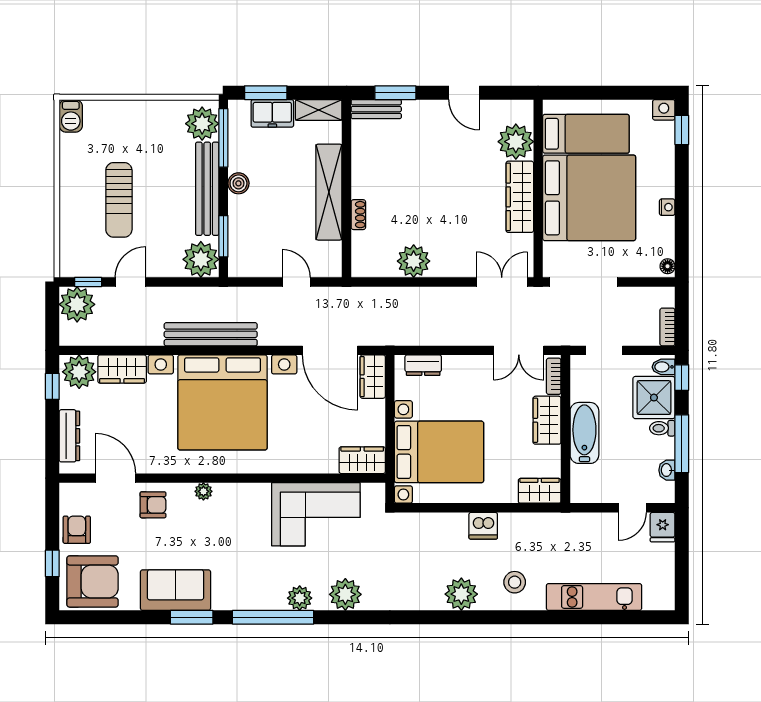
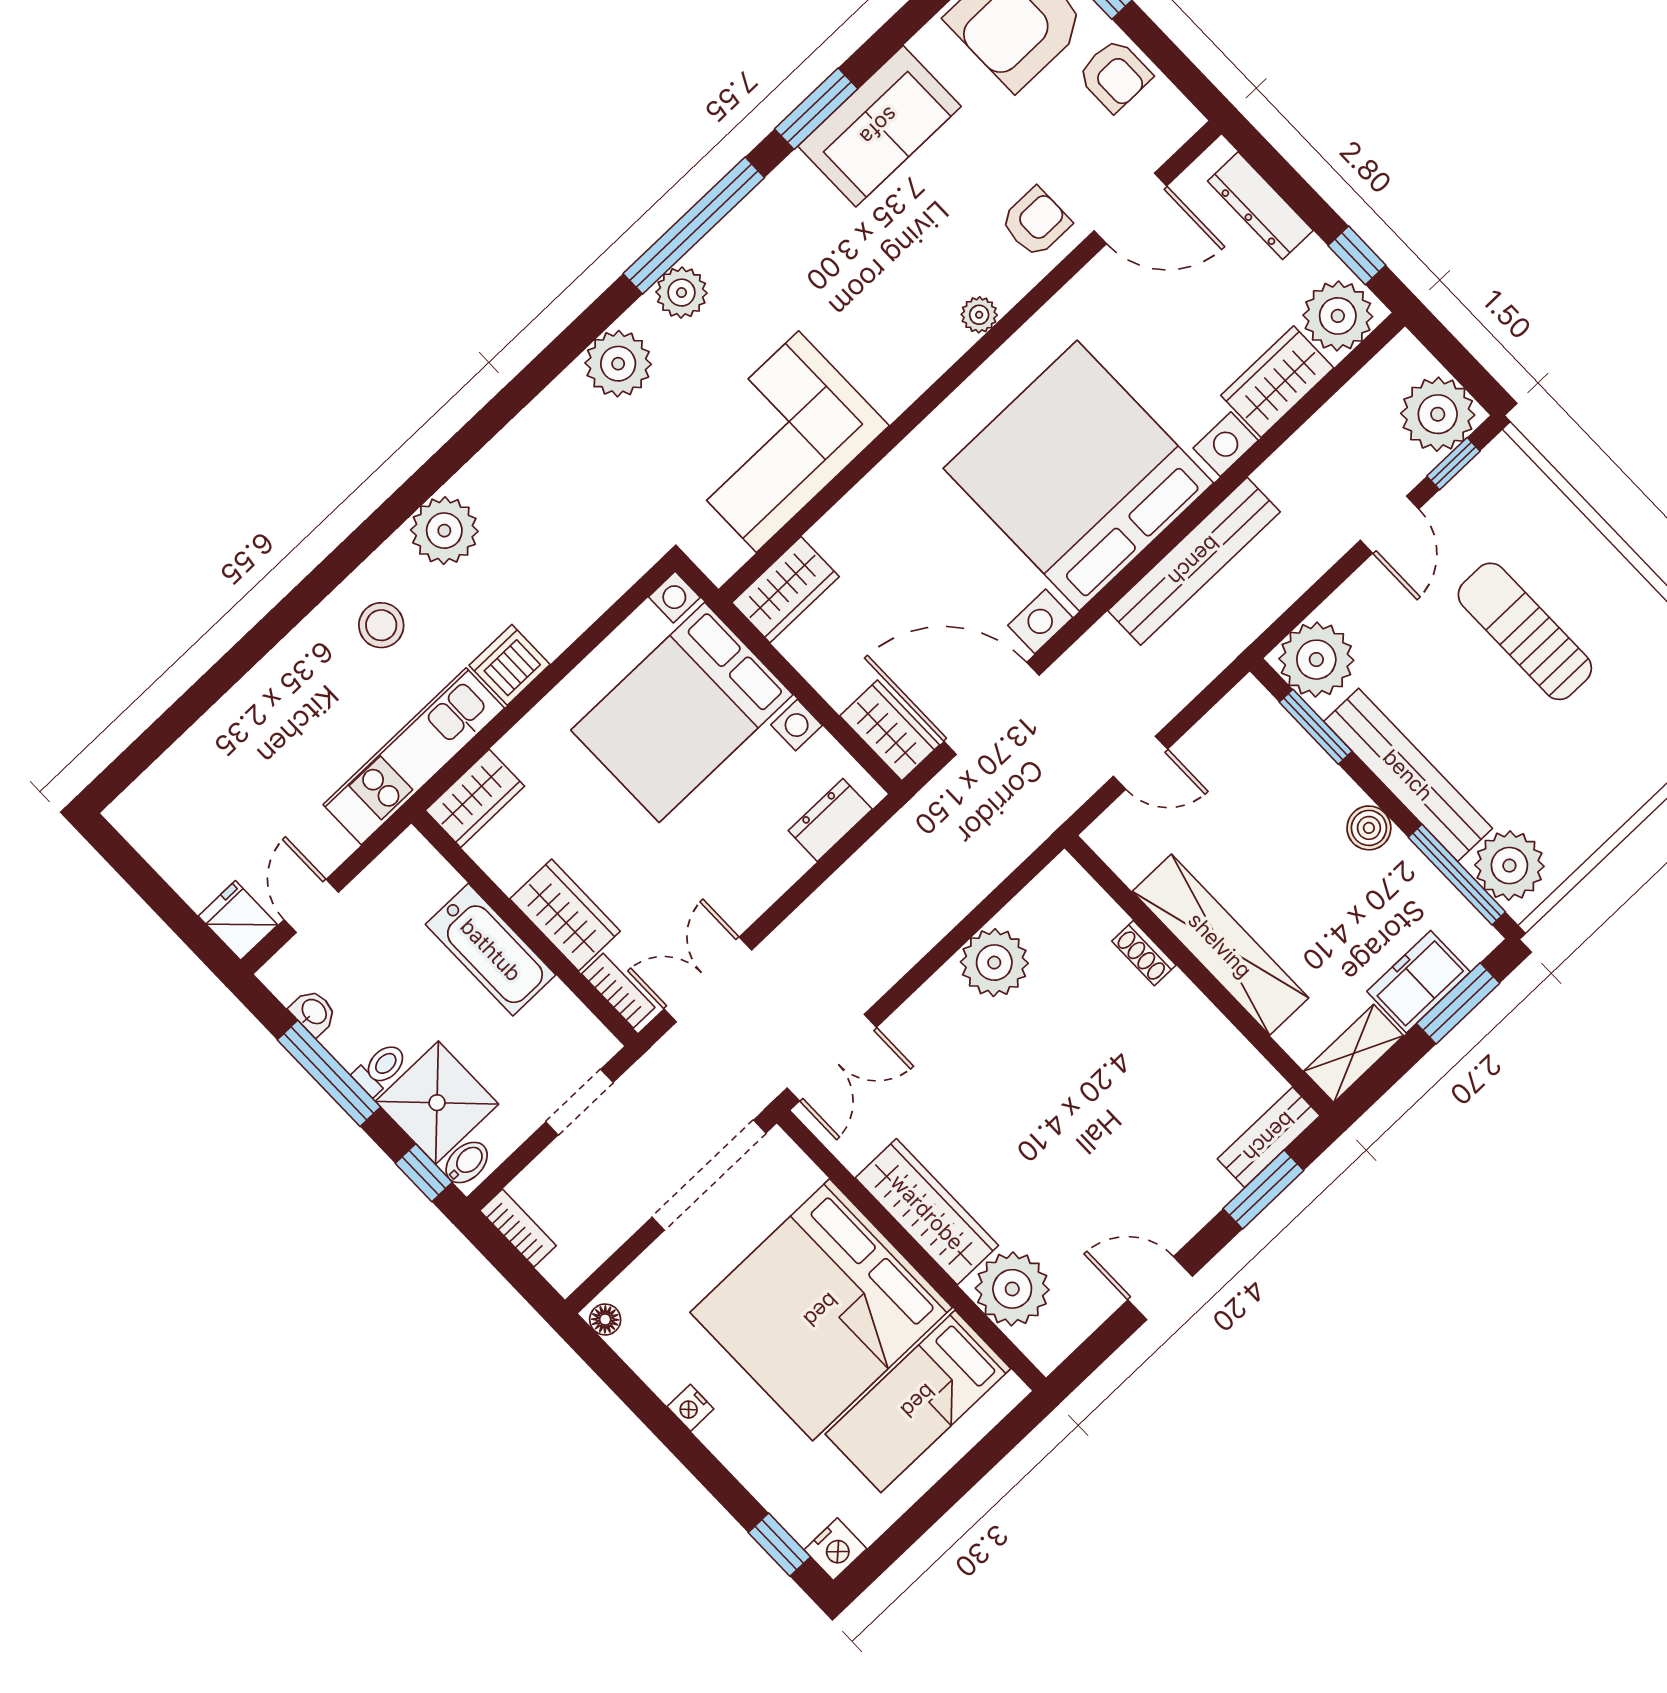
armchair: (153, 505) -> (1036, 222), turned 180
kitchen unit: (594, 597) -> (414, 756), moved, turned 180

